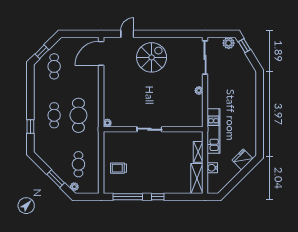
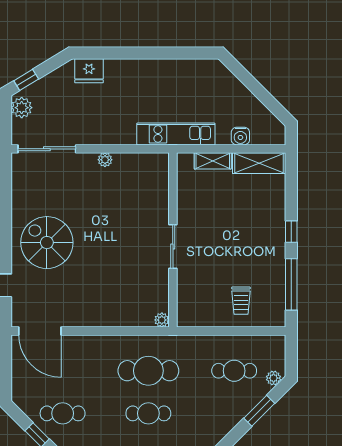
fridge: (242, 159) -> (89, 71), moved, turned -45

